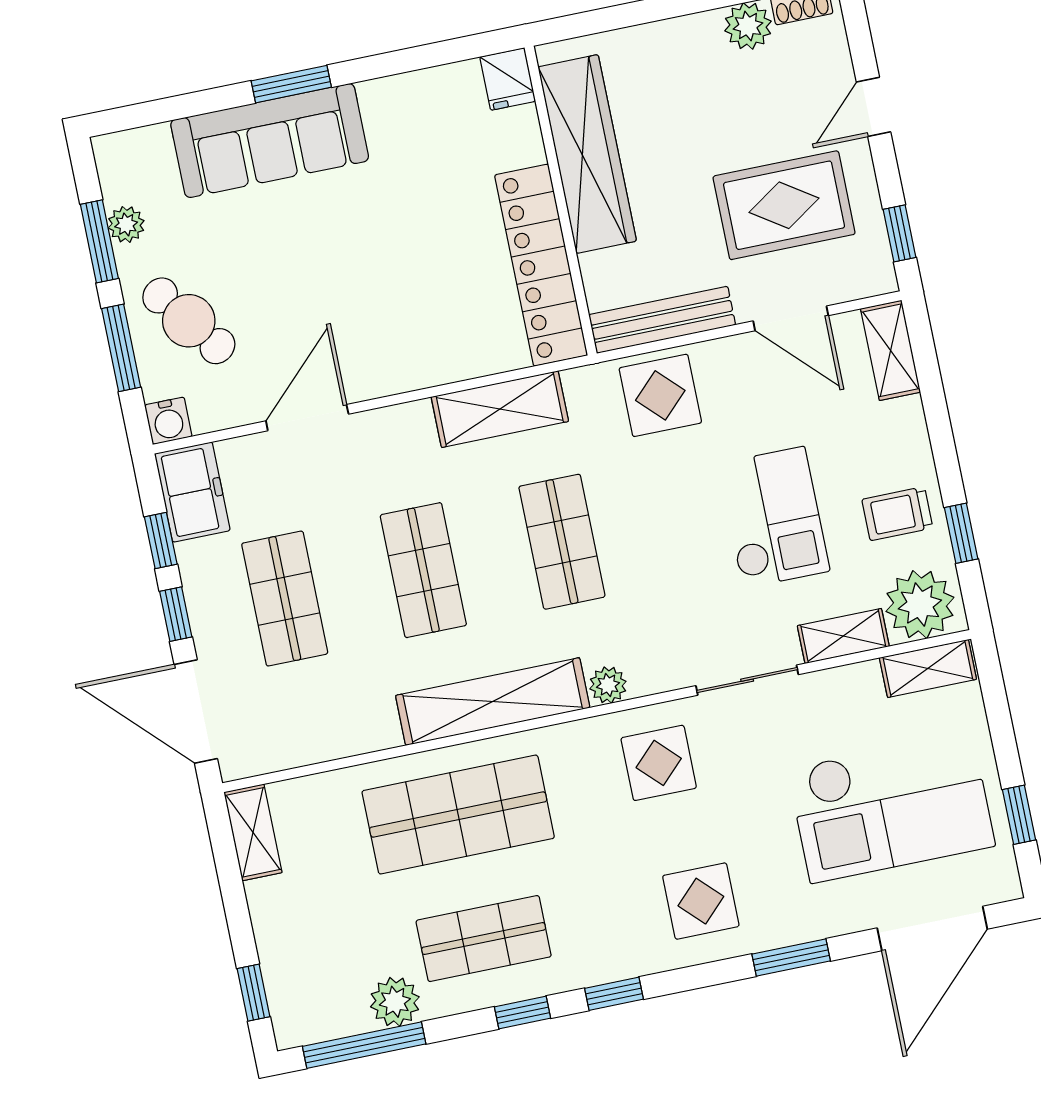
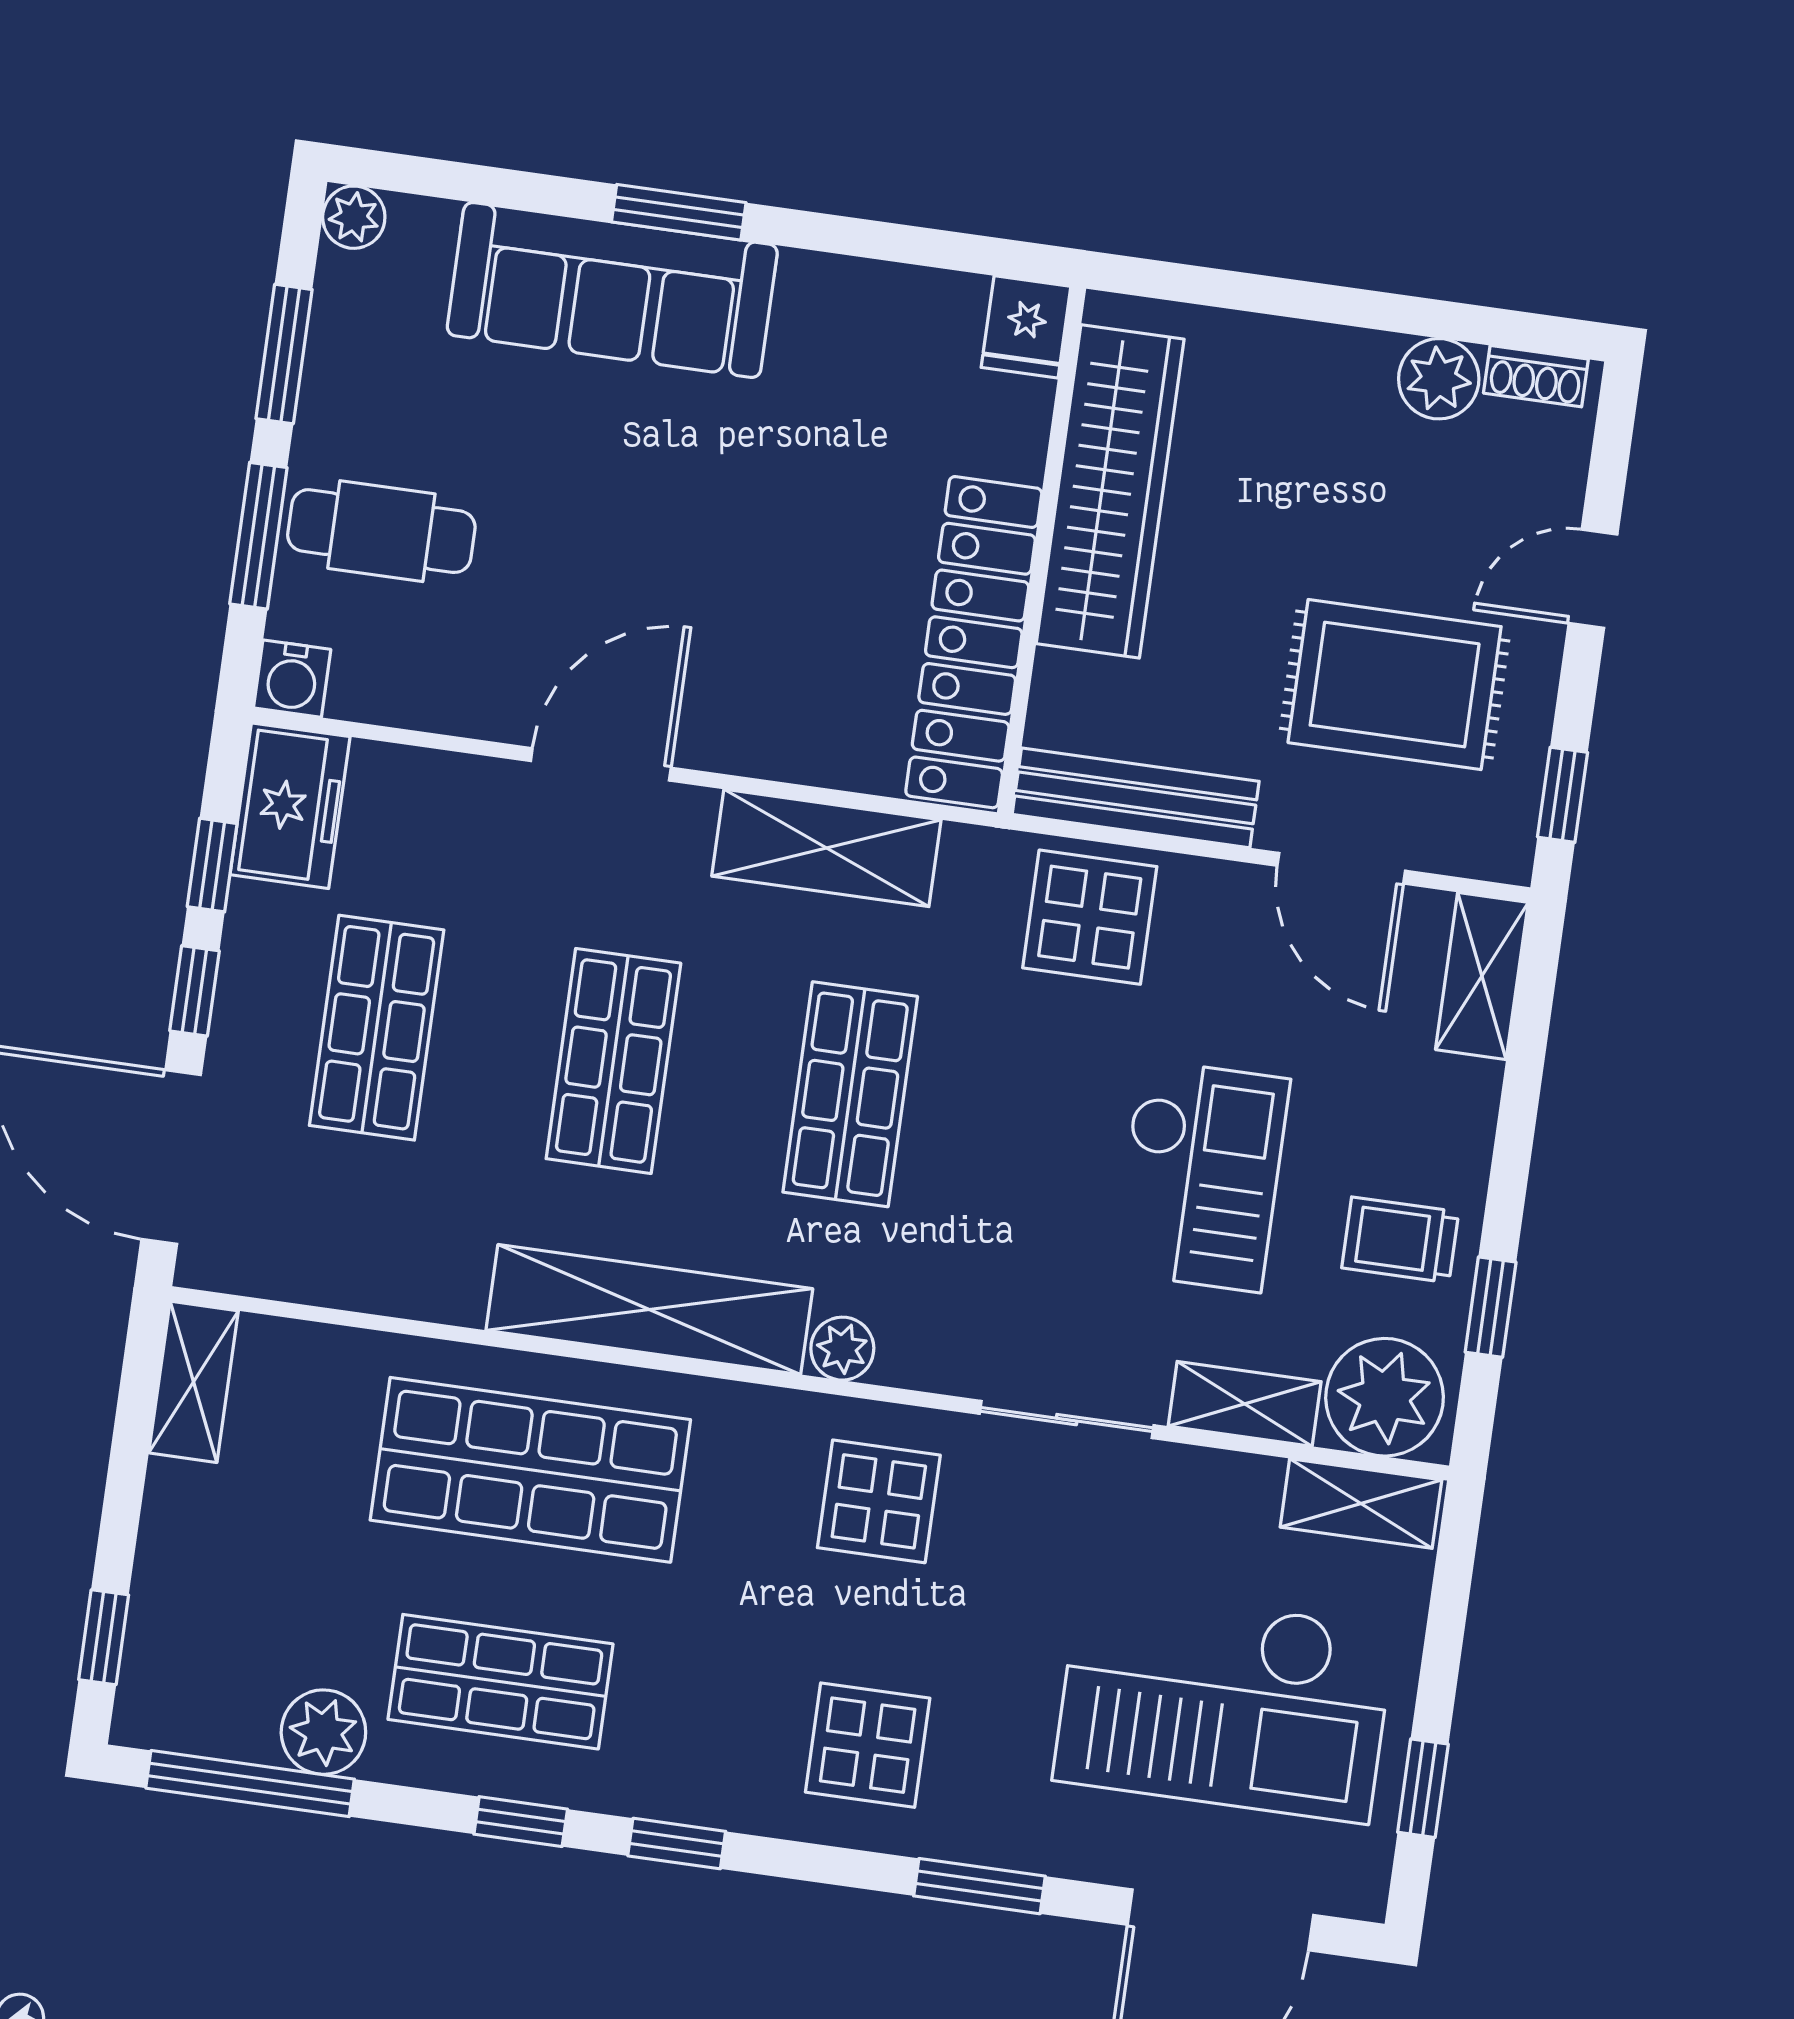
plant: (126, 224) -> (354, 217), moved
cafe table: (189, 321) -> (381, 531), turned -53
door: (307, 418) -> (601, 764), moved

